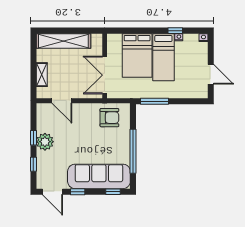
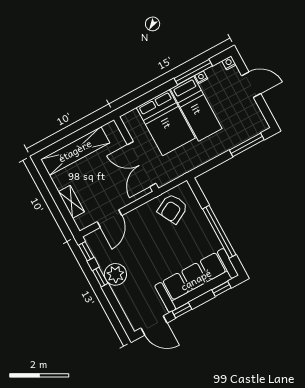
window: (175, 31) -> (193, 72), width x2.17
door: (211, 74) -> (251, 85), moved
door: (62, 101) -> (110, 219), hinge flipped
window: (155, 101) -> (247, 145), moved
armchair: (109, 118) -> (173, 209), turned 152
window: (33, 164) -> (86, 251), moved

